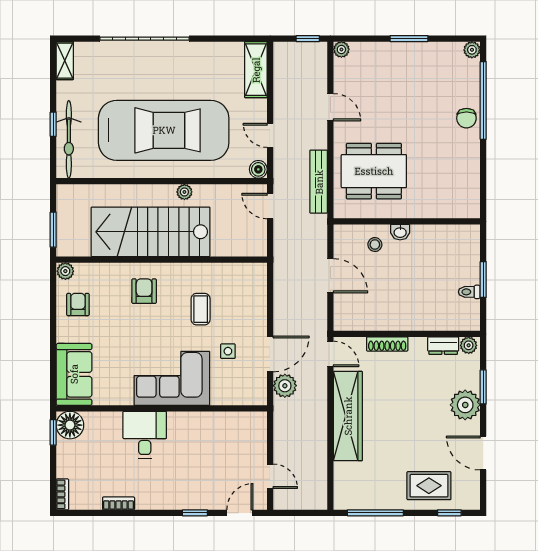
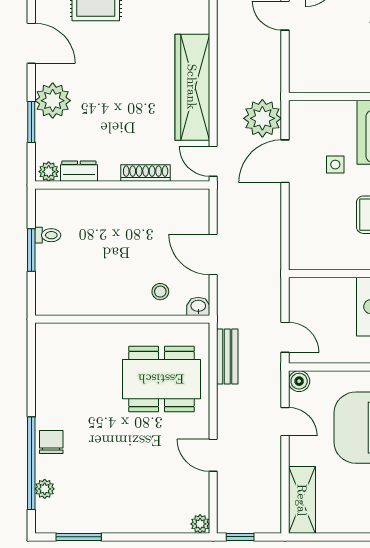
window: (409, 39) -> (79, 537), moved
plant: (472, 50) -> (45, 489), moved
bench: (319, 182) -> (227, 357), width x0.73
washbasin: (400, 232) -> (198, 306), moved
plant: (285, 386) -> (262, 118), width x1.36, depth x1.36

